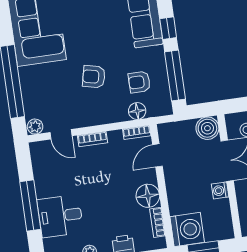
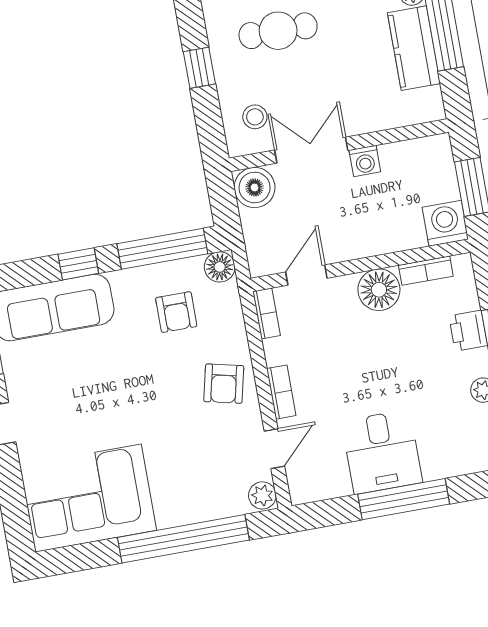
armchair: (94, 77) -> (224, 384), moved
floor lamp: (137, 111) -> (220, 267), moved
door: (157, 155) -> (306, 275), swing flipped
desk: (60, 216) -> (382, 452), moved
washing machine: (187, 229) -> (445, 223), width x0.73, depth x0.73

